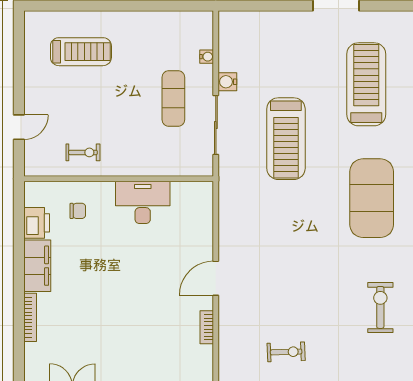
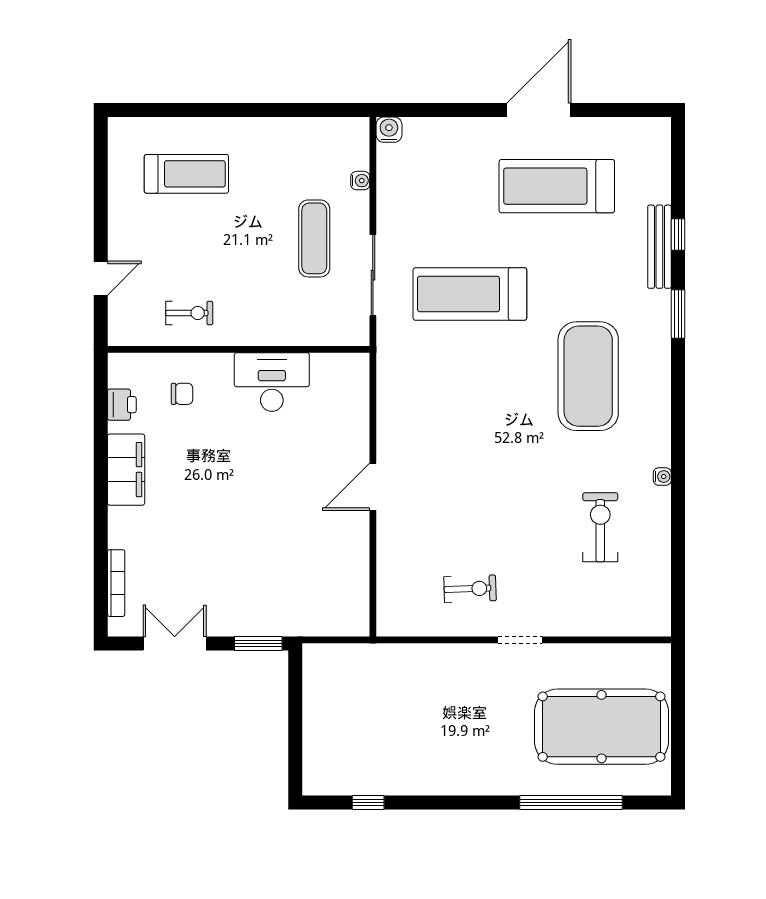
water cooler: (227, 82) -> (389, 130), moved, turned 90
treadmill: (366, 84) -> (557, 186), moved, turned -90
treadmill: (286, 139) -> (470, 294), turned 90
printer: (37, 223) -> (122, 405), width x0.73, depth x0.81
bookcase: (30, 317) -> (116, 583), moved
bookcase: (207, 327) -> (360, 555), removed

